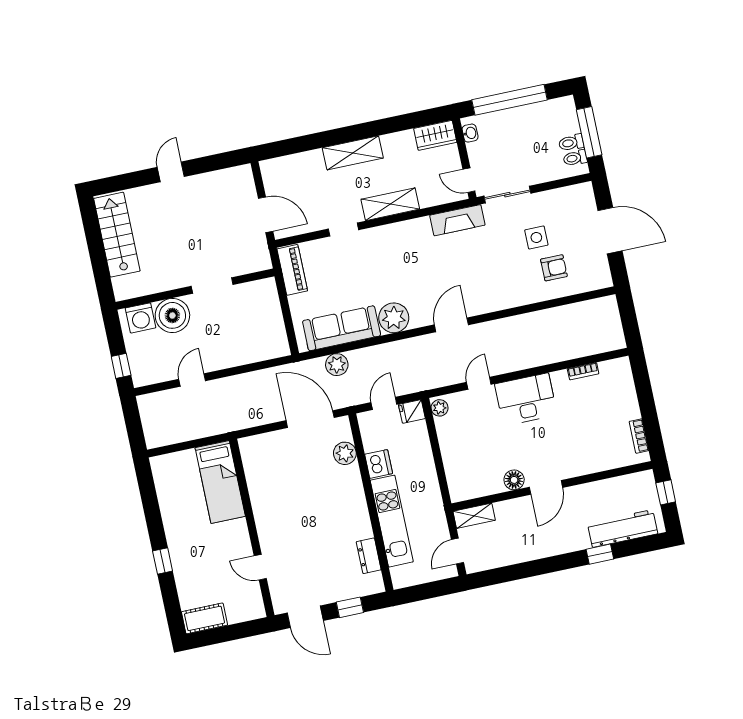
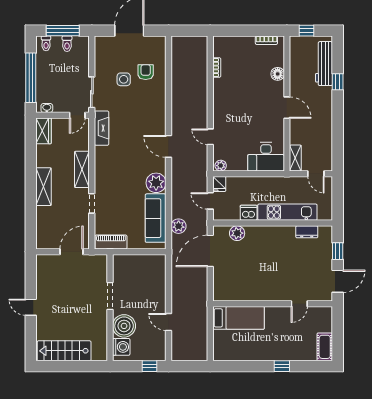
toilet: (575, 158) -> (46, 43), moved
desk: (526, 399) -> (266, 157), moved, turned -90
floor lamp: (514, 480) -> (278, 74), moved

